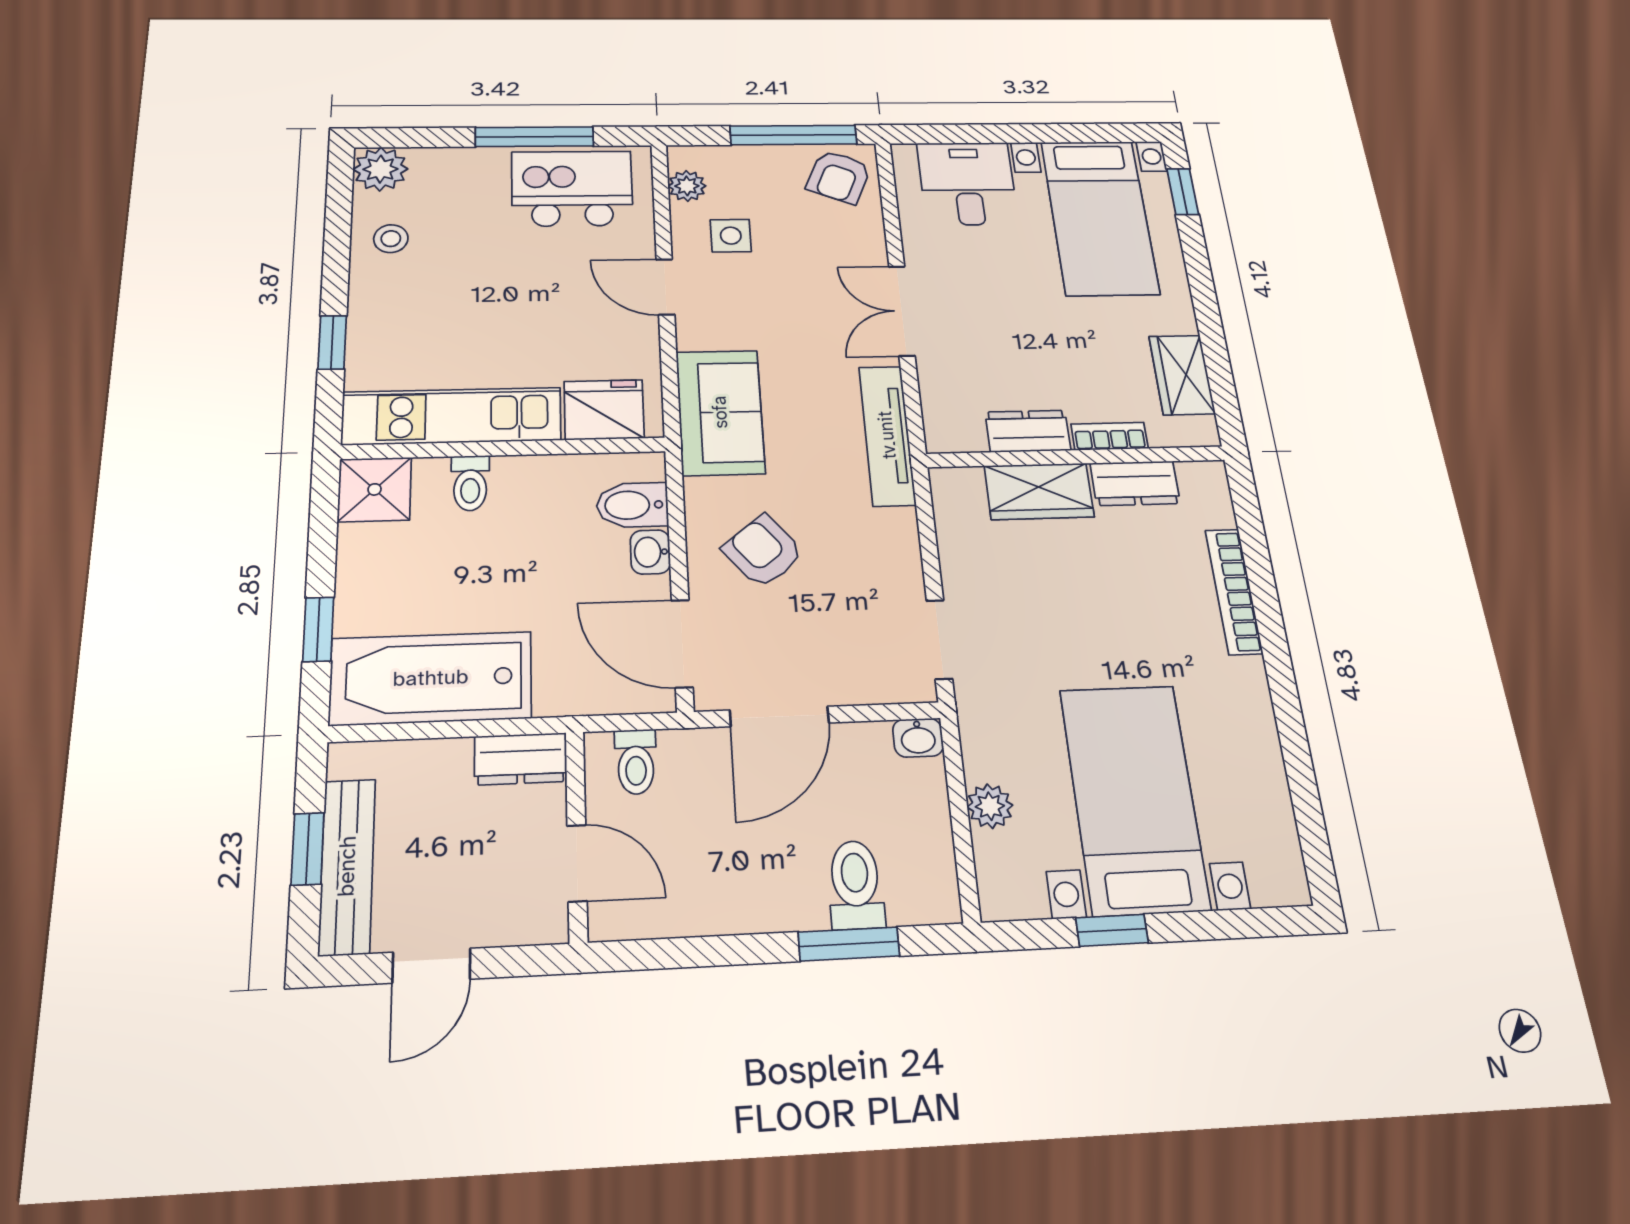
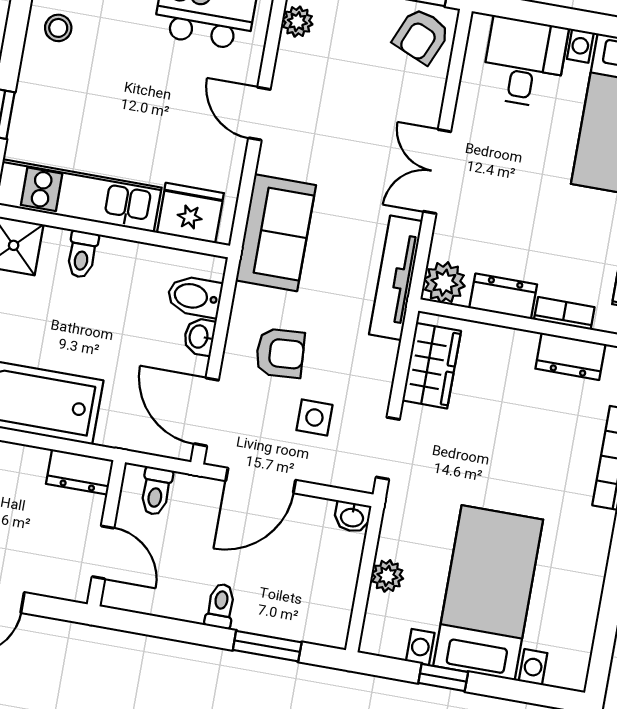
side table: (731, 236) -> (314, 418), moved
plant: (950, 429) -> (444, 283), added
wardrobe: (1039, 491) -> (432, 366), moved, turned -90
armchair: (763, 551) -> (280, 353), turned 125
toilet: (856, 885) -> (220, 606), moved, width x0.73, depth x0.72

